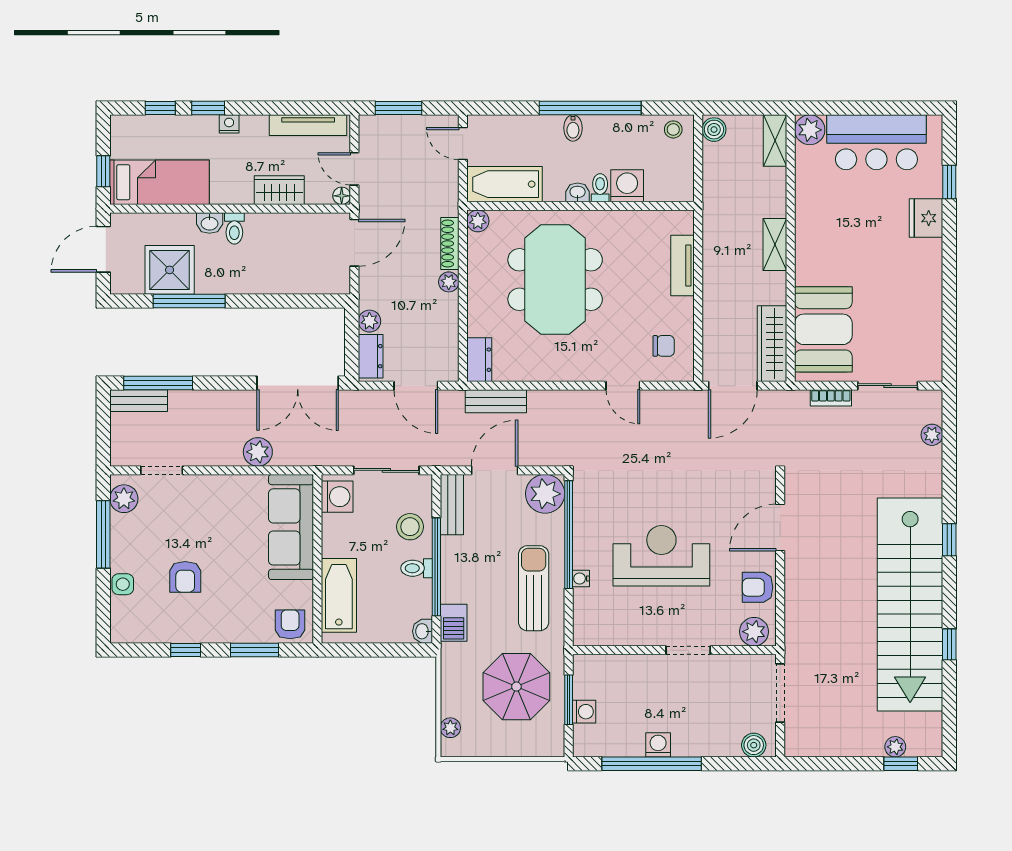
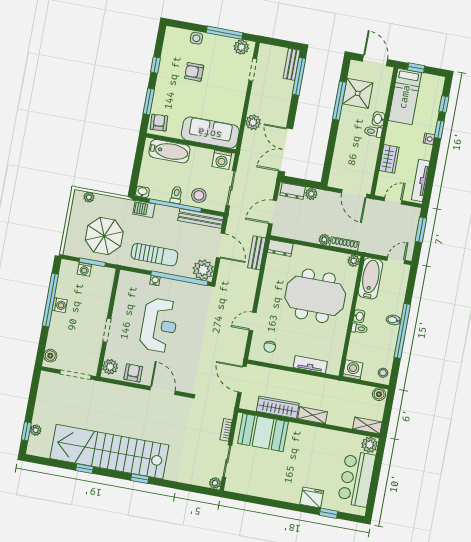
washing machine: (627, 186) -> (353, 370), moved, turned -90
floor lamp: (342, 196) -> (380, 191), removed
wardrobe: (772, 344) -> (278, 407), moved
plant: (932, 435) -> (215, 483), moved
bench: (452, 505) -> (201, 219), width x1.36
armchair: (290, 624) -> (159, 123), turned -94

